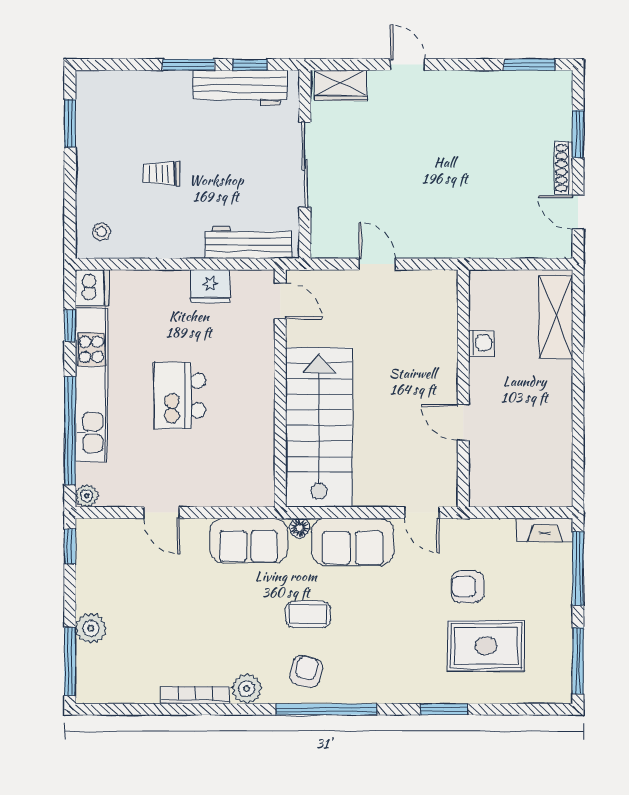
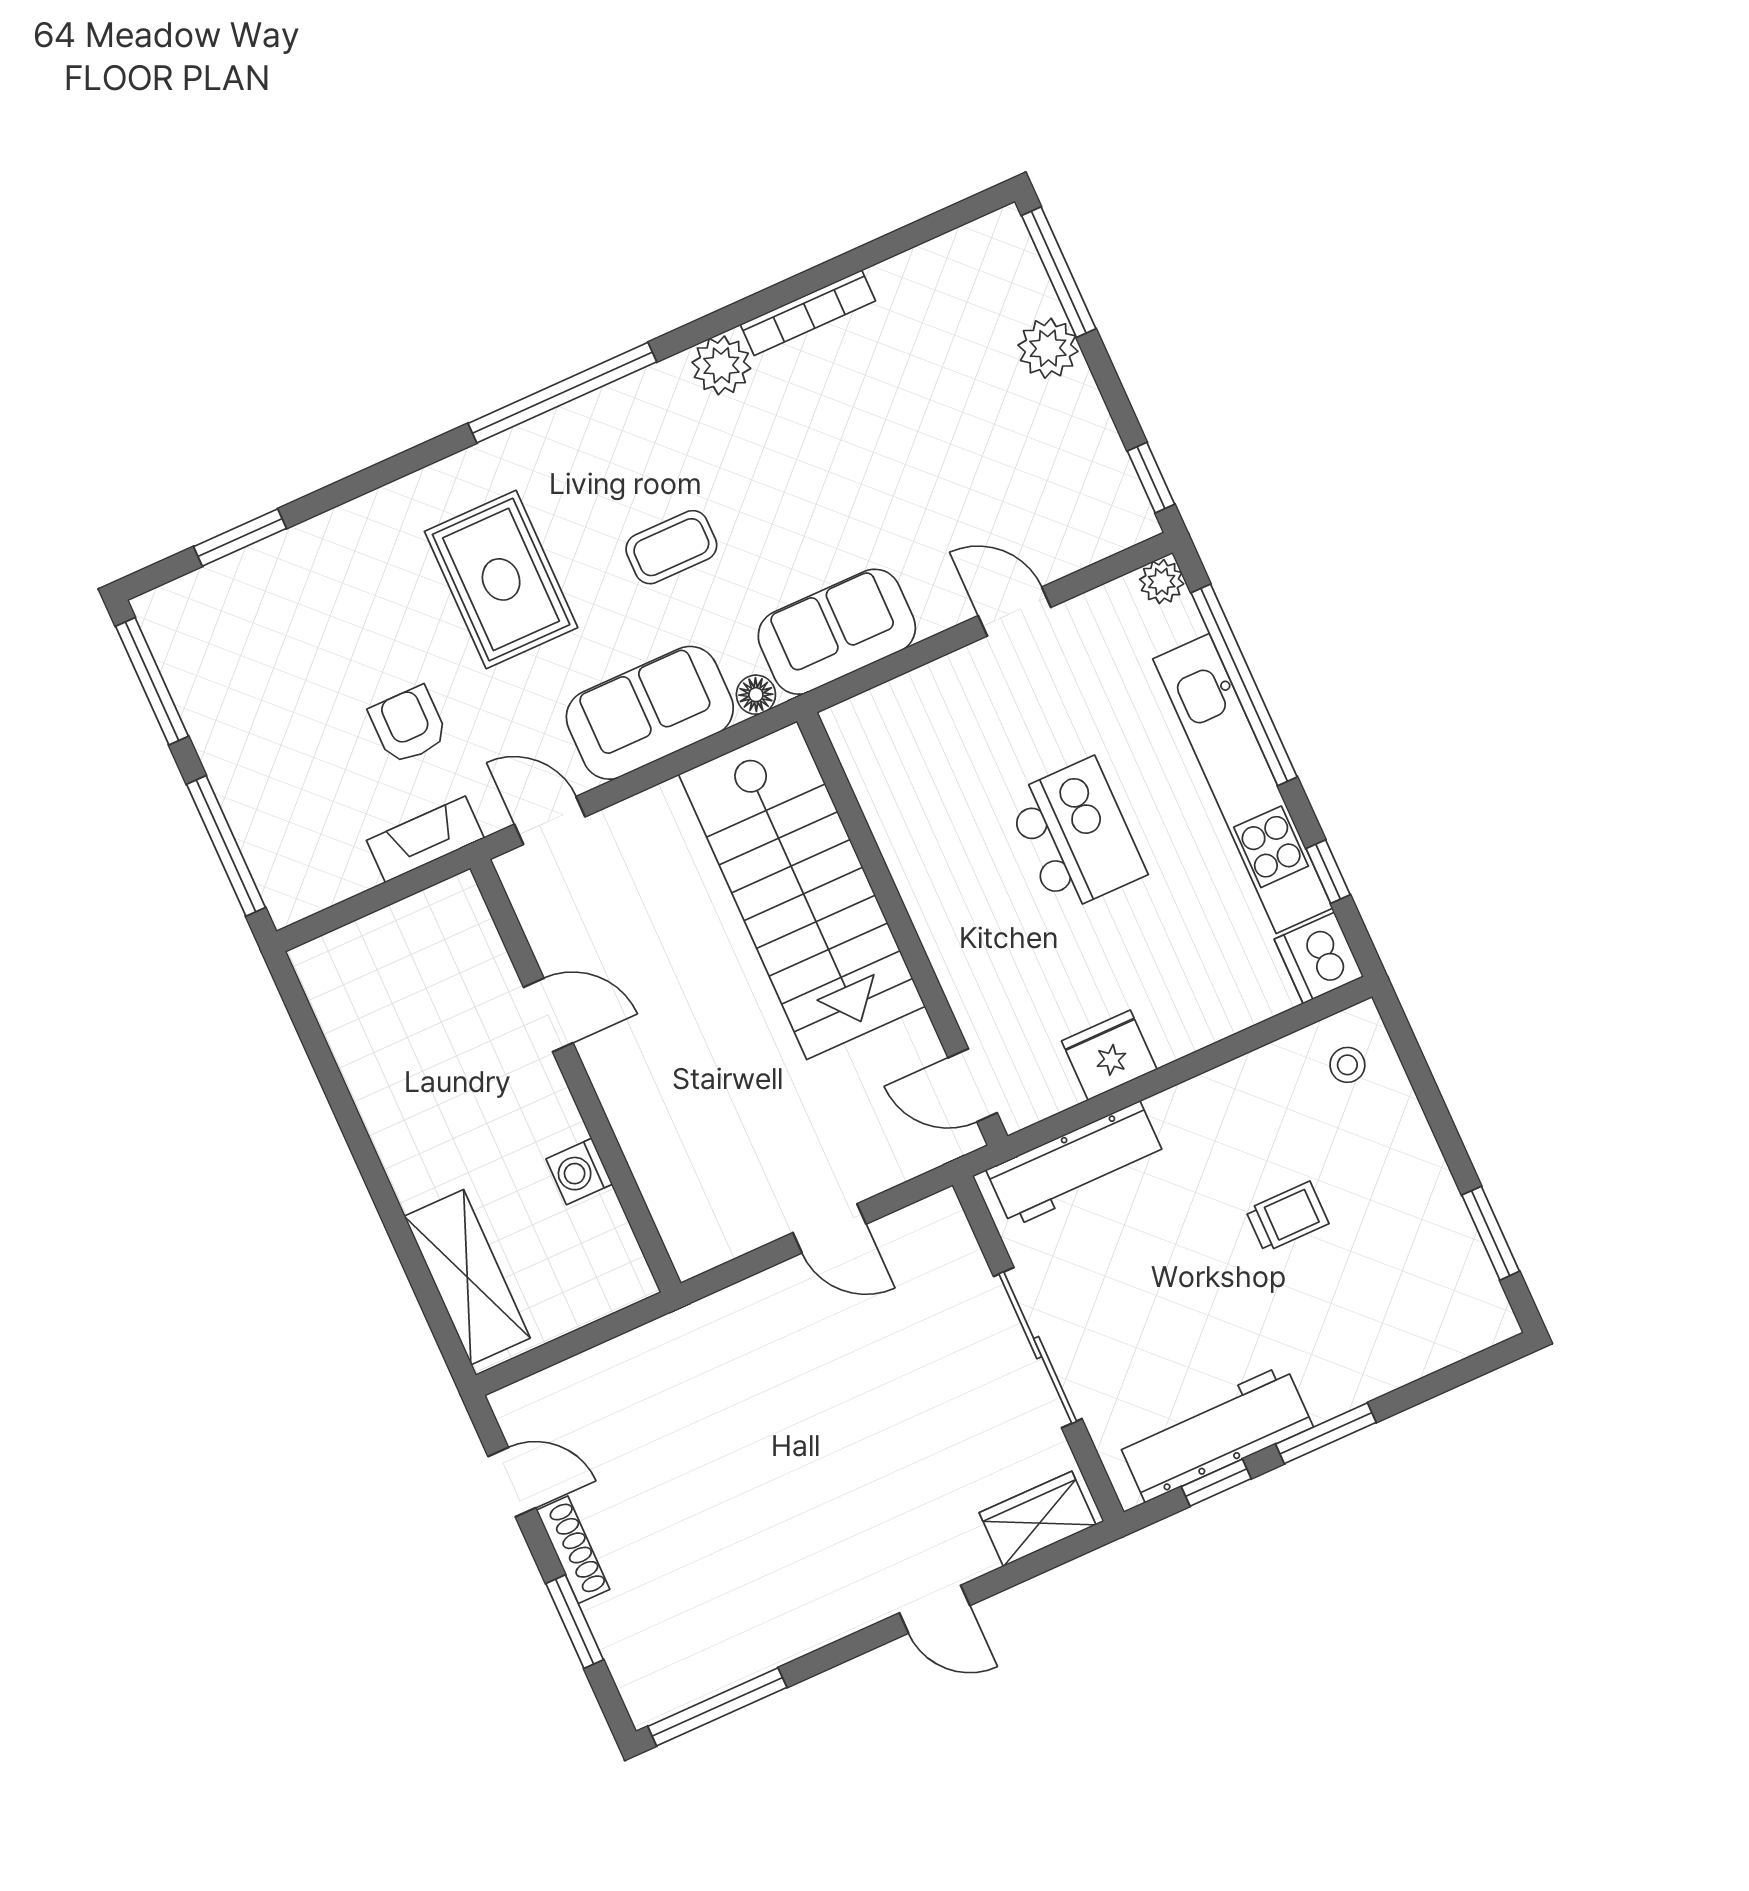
window: (529, 65) -> (717, 1707), width x1.44
fireplace: (545, 530) -> (425, 839), moved
armchair: (468, 587) -> (408, 725), turned -90
rug: (486, 646) -> (501, 579), moved, turned 90
armchair: (306, 672) -> (629, 444), removed
window: (444, 709) -> (240, 538), moved

